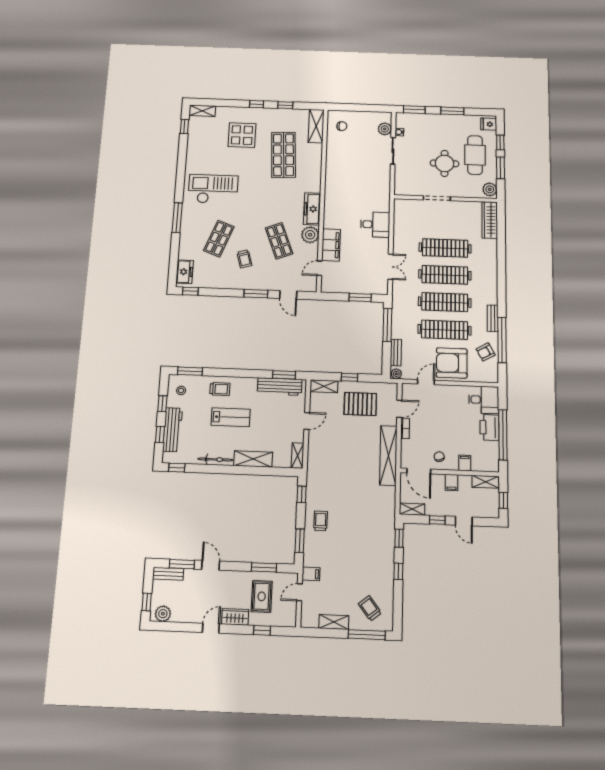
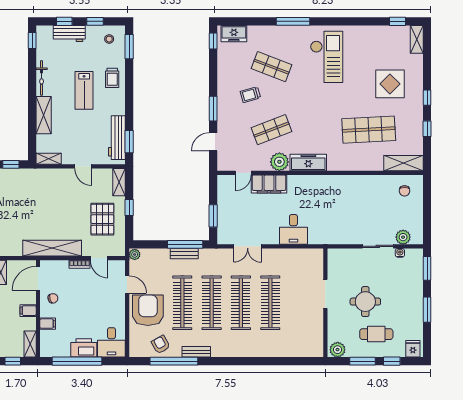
cafe table: (475, 155) -> (376, 334), width x0.73, depth x0.74
wardrobe: (490, 220) -> (303, 349), removed
door: (319, 268) -> (243, 173), swing flipped
bench: (396, 353) -> (184, 254), moved
workbench: (173, 430) -> (69, 33), width x0.73

